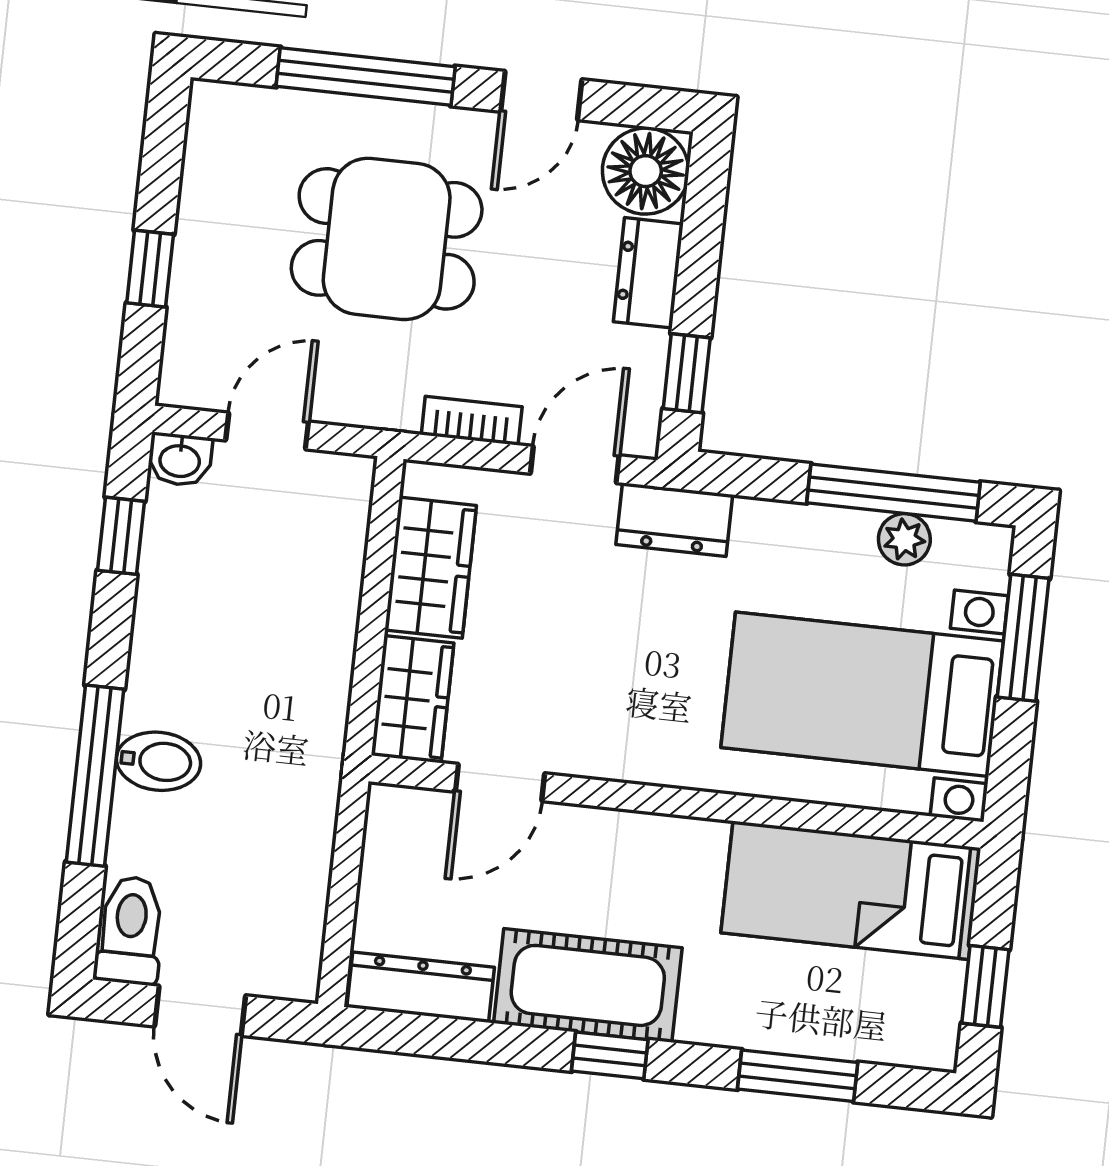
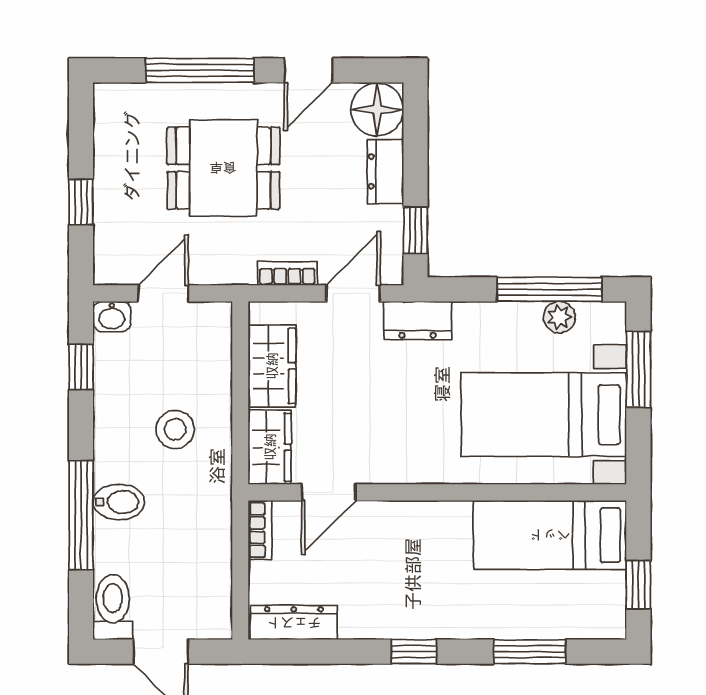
stool: (263, 653) -> (175, 429), added
bookcase: (382, 831) -> (260, 530), added
cot: (588, 985) -> (396, 610), removed

